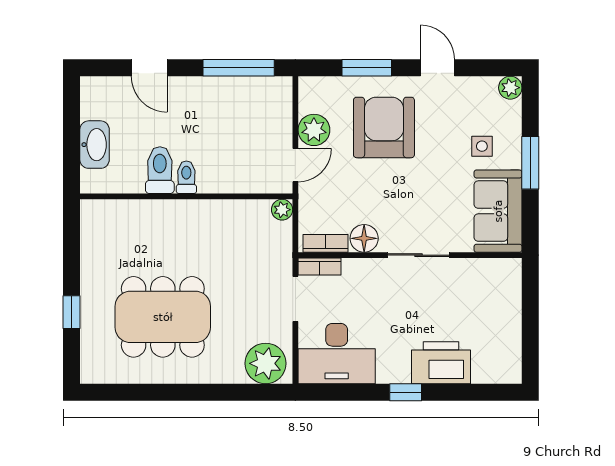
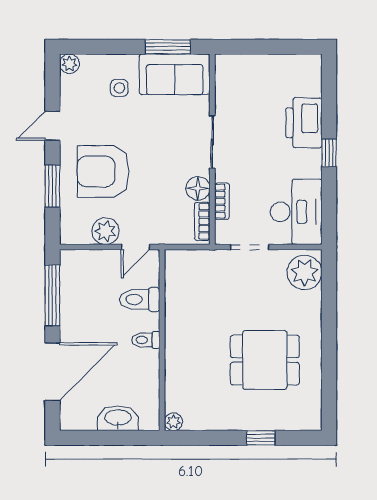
door: (149, 68) -> (52, 372), width x1.87
window: (530, 163) -> (168, 47), moved
door: (295, 165) -> (135, 247), swing flipped
toilet: (160, 170) -> (140, 299), moved
plant: (282, 210) -> (173, 422), moved
bookcase: (320, 266) -> (222, 201), moved
dining table: (163, 317) -> (265, 360), width x0.73

